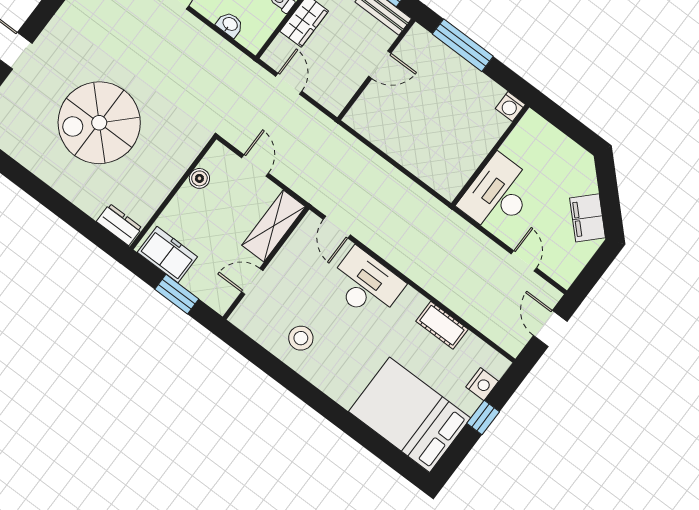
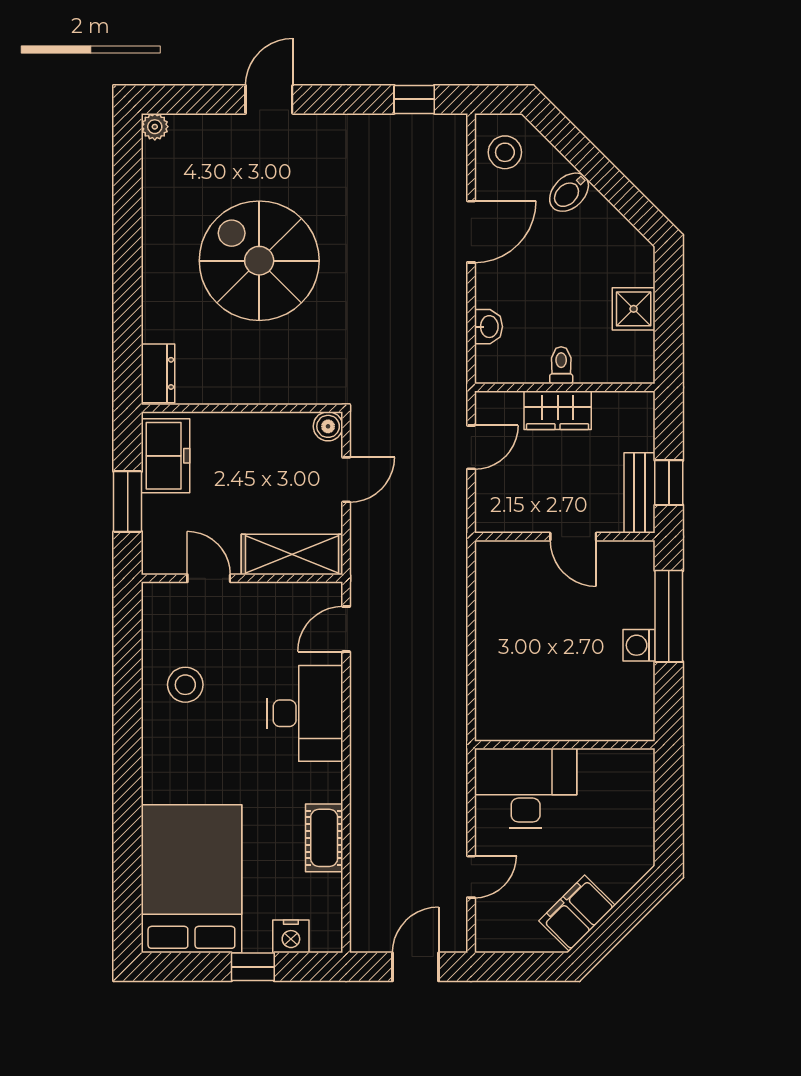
washing machine: (510, 107) -> (639, 645), moved
boiler: (199, 178) -> (328, 426), moved

